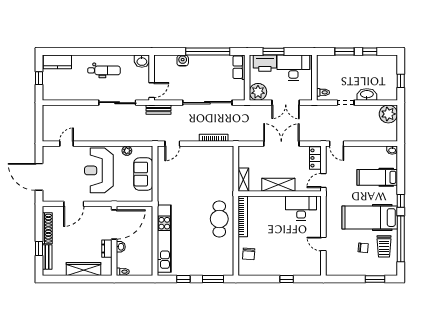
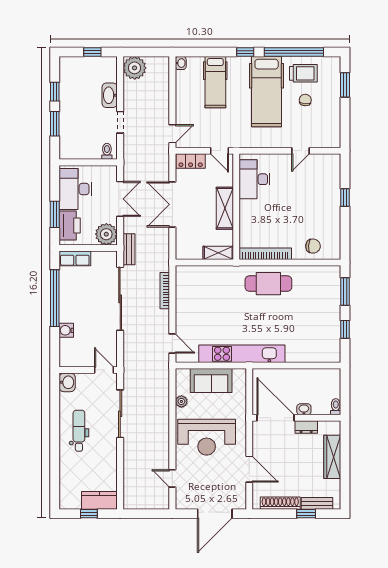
kitchen counter: (57, 62) -> (99, 500), moved, turned -90
bench: (159, 110) -> (129, 249), moved
kitchen unit: (164, 239) -> (242, 354), moved

